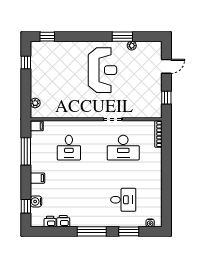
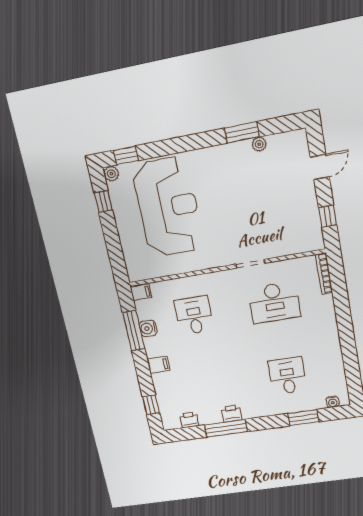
reception desk: (102, 70) -> (168, 207), moved, width x1.36, depth x1.30
plant: (35, 103) -> (111, 174), moved
desk: (69, 148) -> (194, 315), turned 180
desk: (123, 200) -> (288, 376), turned -90
water cooler: (36, 201) -> (148, 328), moved
printer: (63, 221) -> (232, 414), moved
window: (92, 231) -> (226, 428), moved

